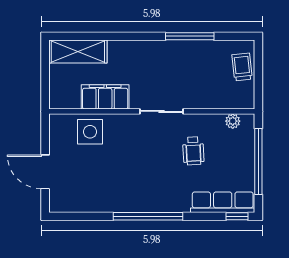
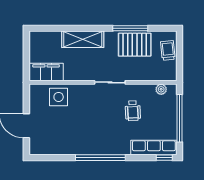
shelving: (78, 52) -> (83, 39), moved
pallet: (196, 59) -> (135, 45), added
filing cabinet: (105, 97) -> (46, 72), moved

